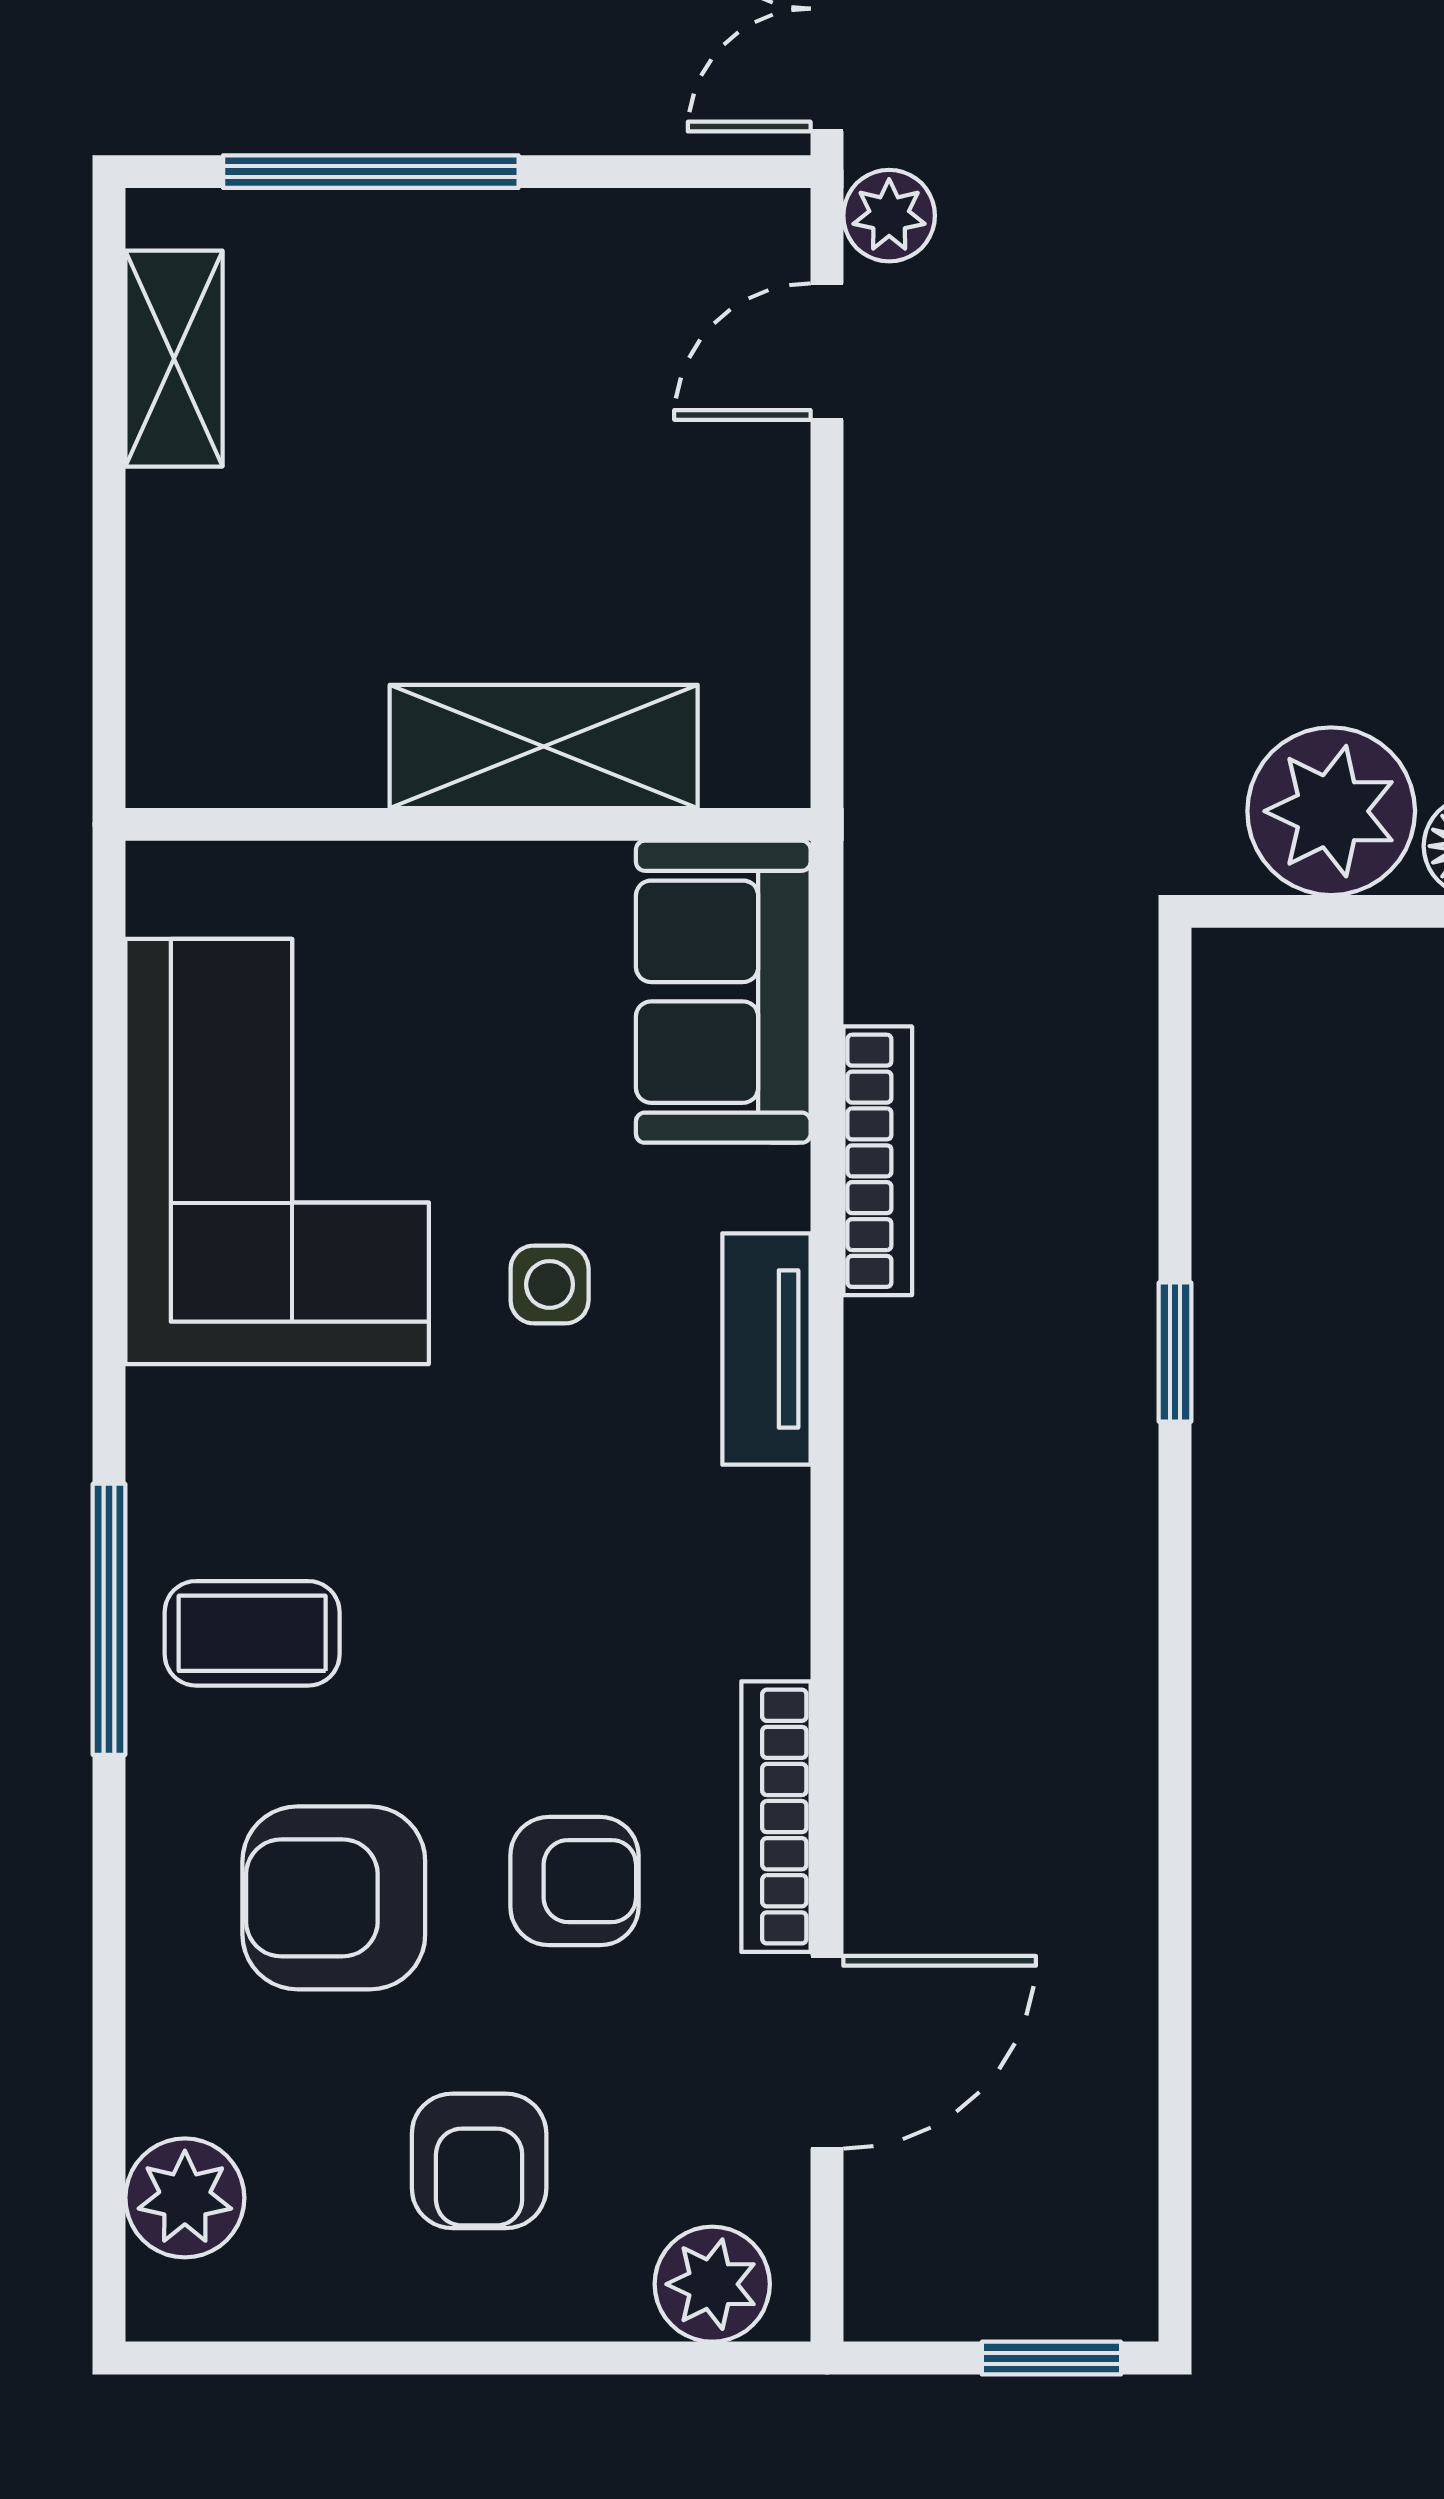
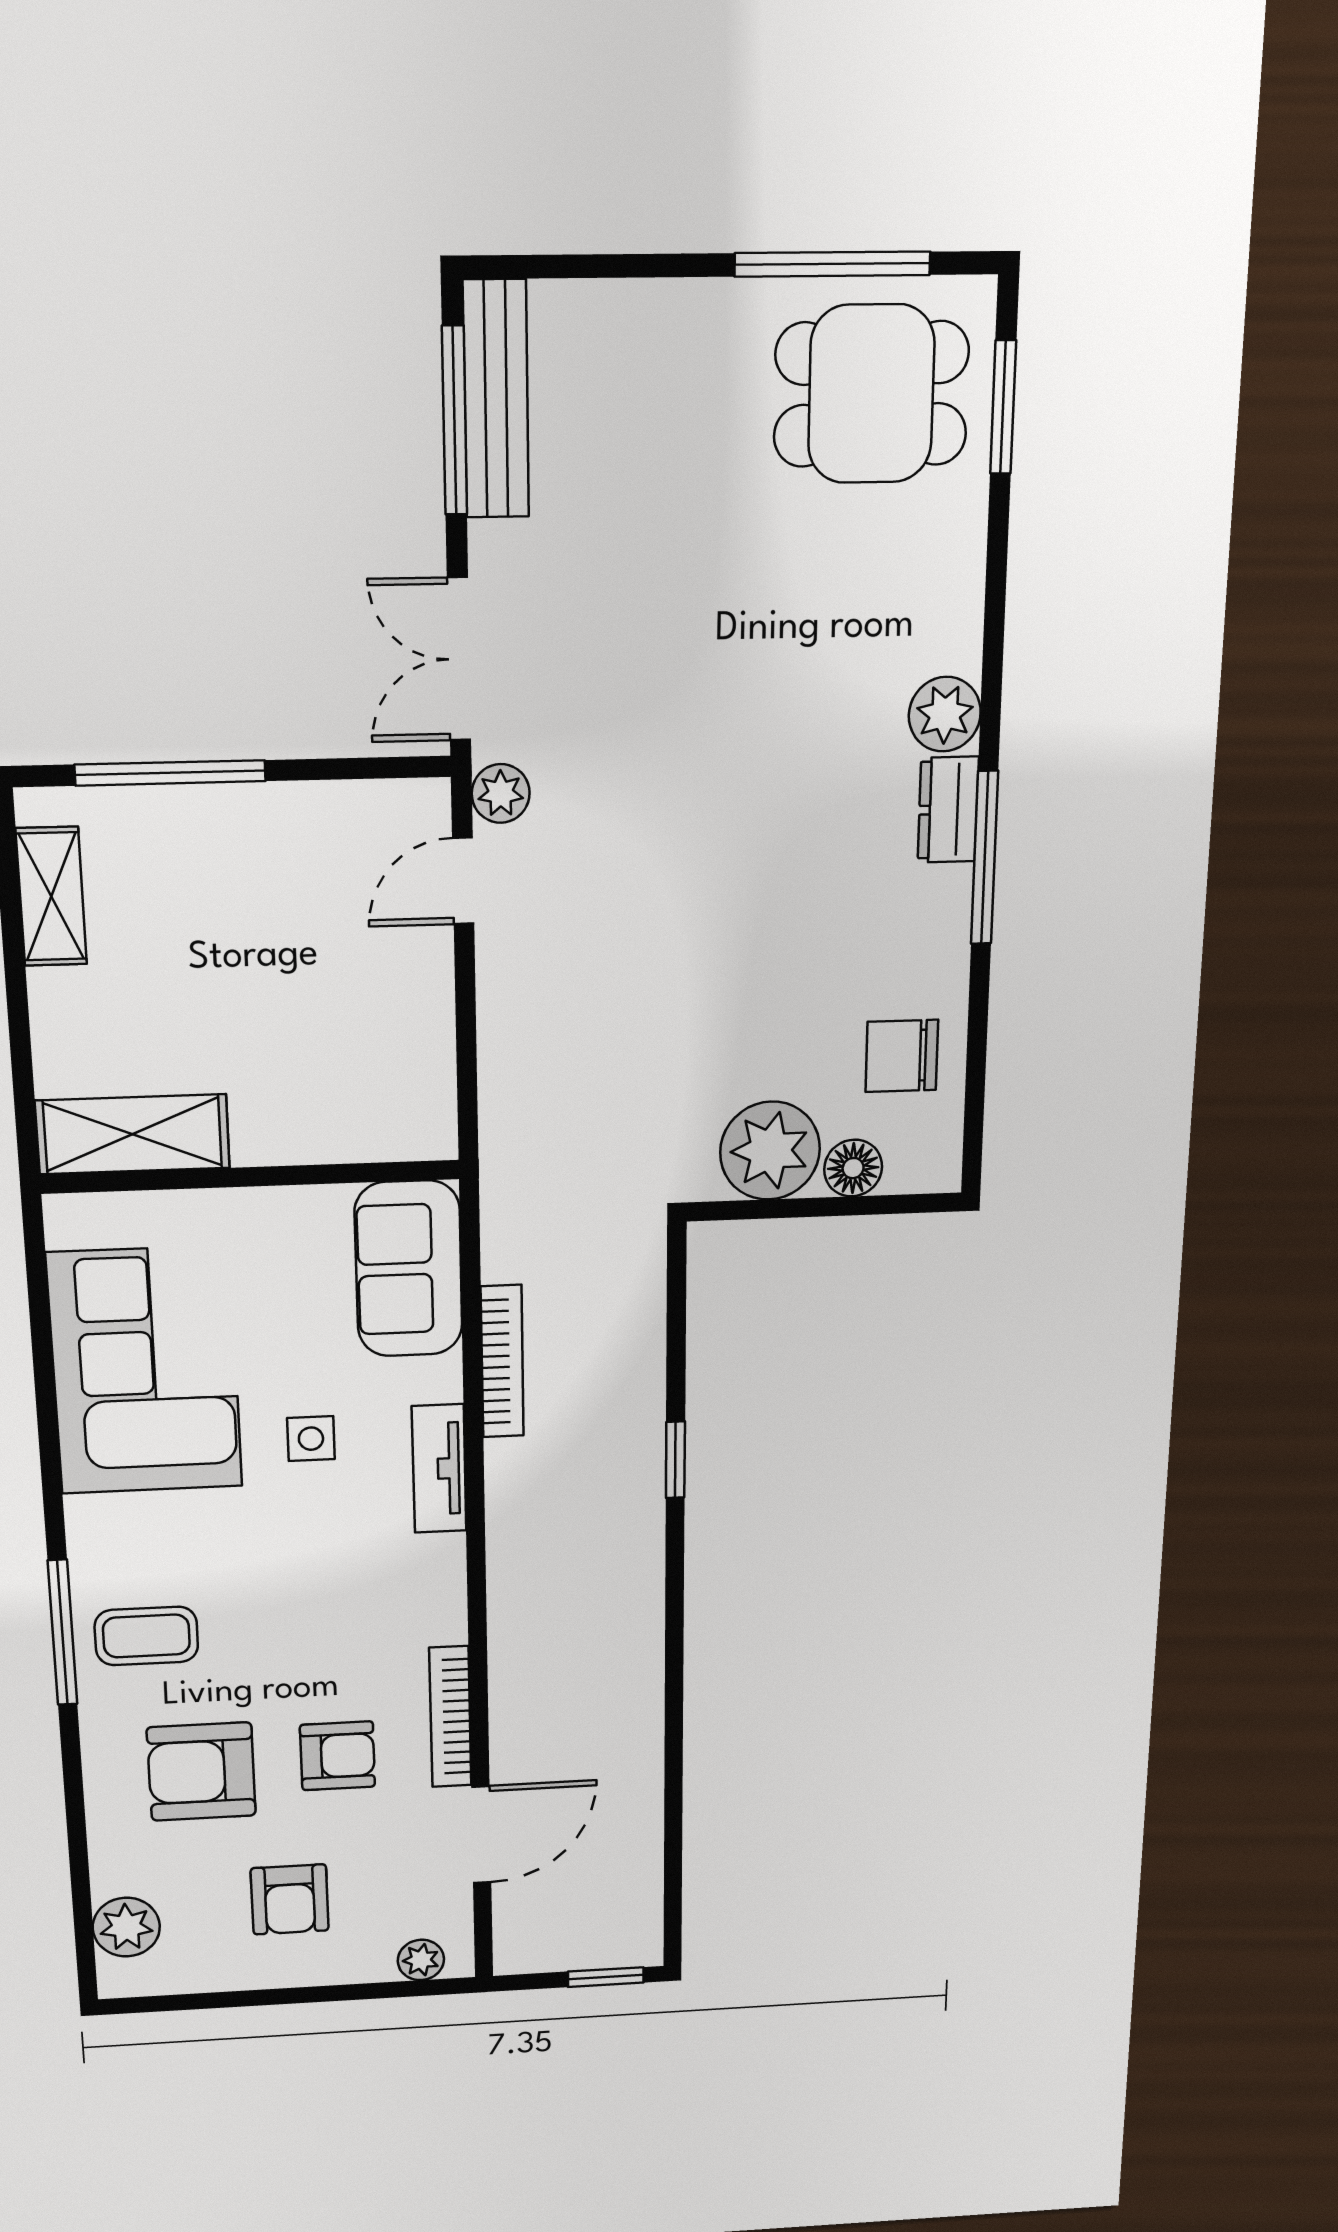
shelving: (544, 746) -> (133, 1134), moved
plant: (712, 2284) -> (421, 1960), width x0.73, depth x0.73

